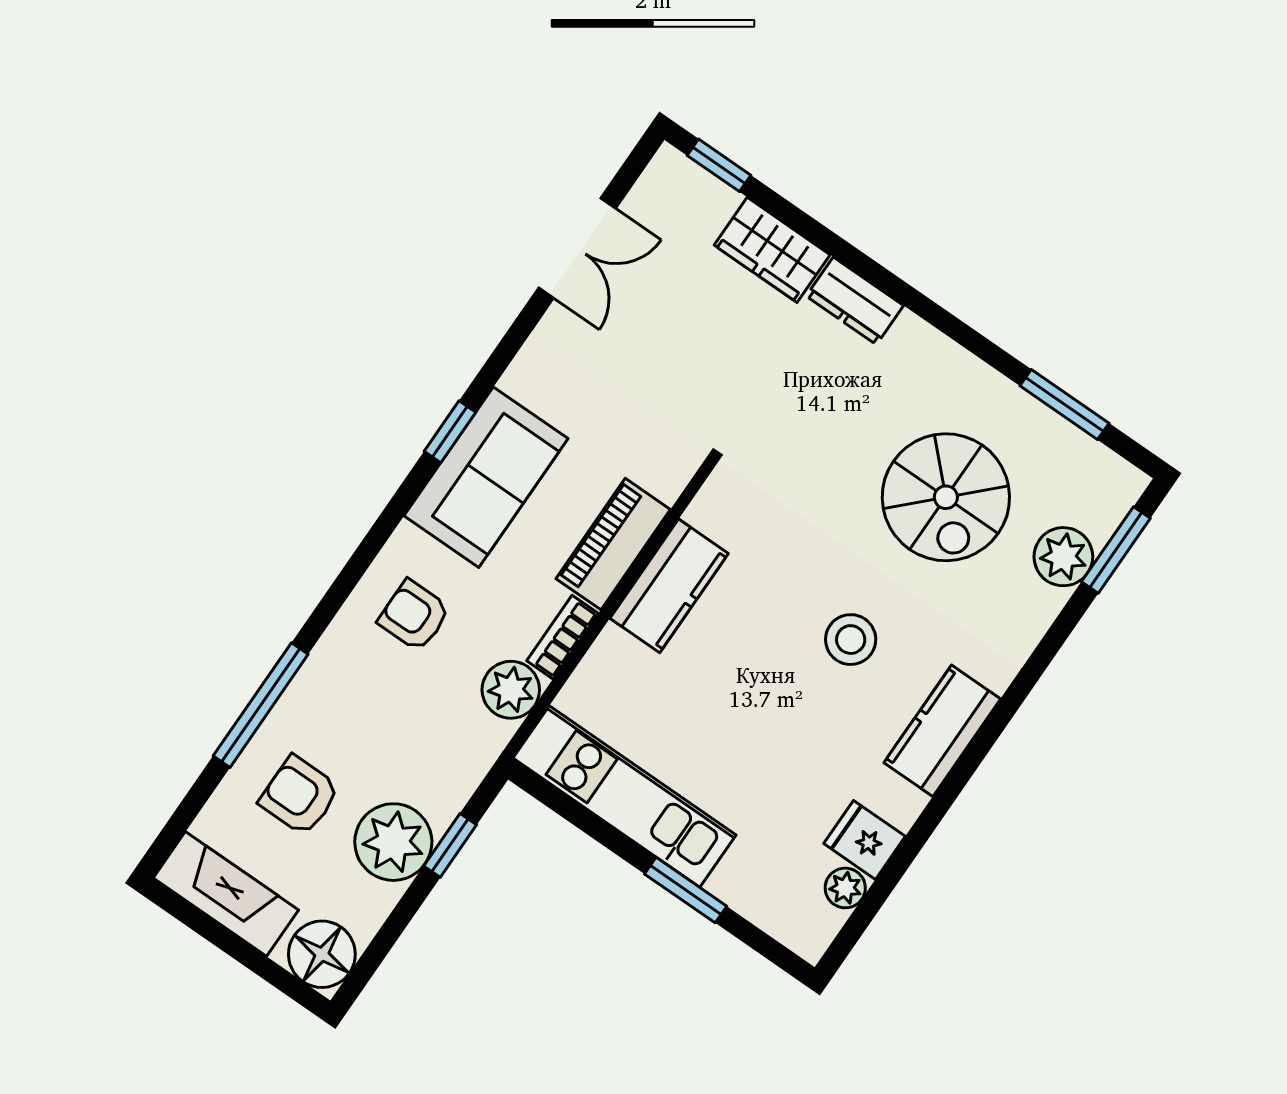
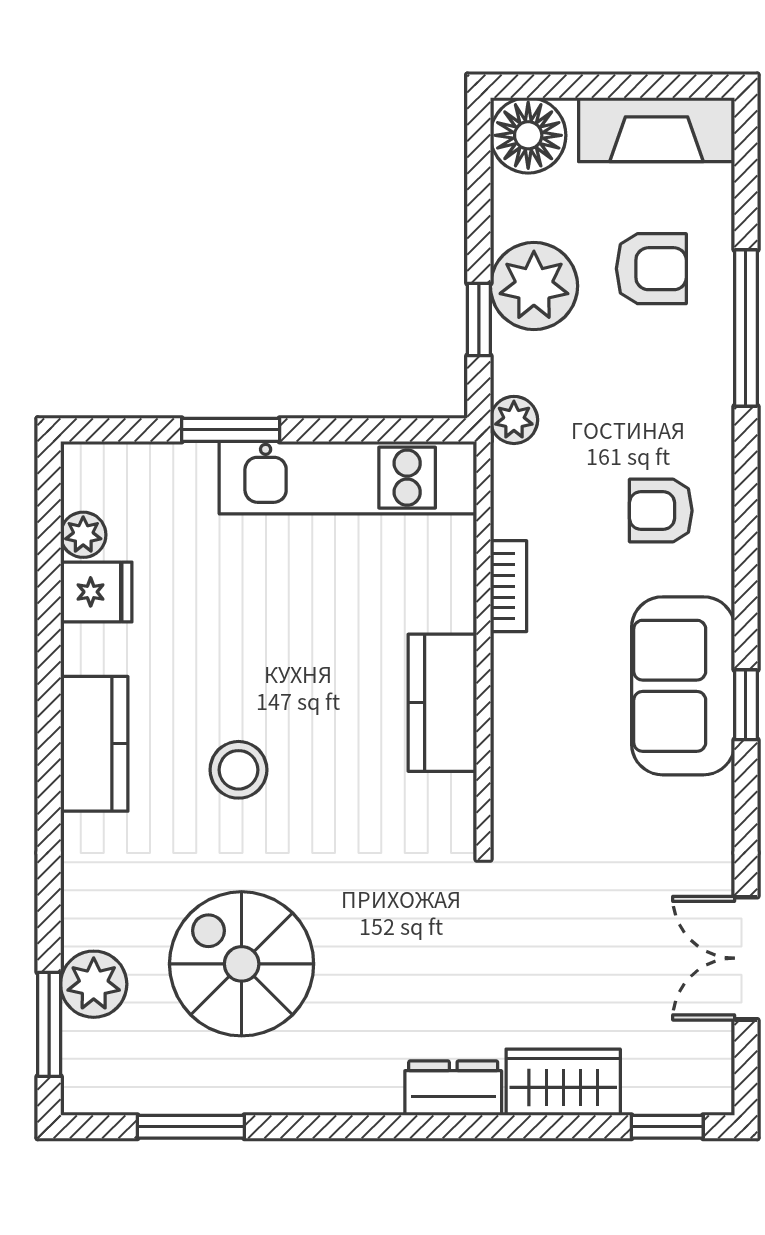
piano: (613, 544) -> (521, 705), removed
armchair: (414, 616) -> (661, 511), turned 180
plant: (511, 690) -> (514, 420), moved, width x0.73, depth x0.73

